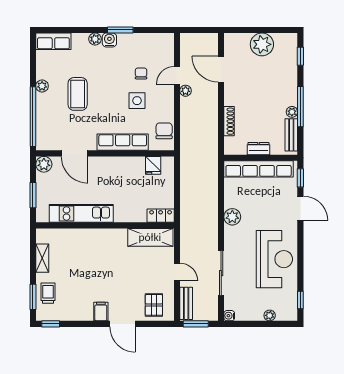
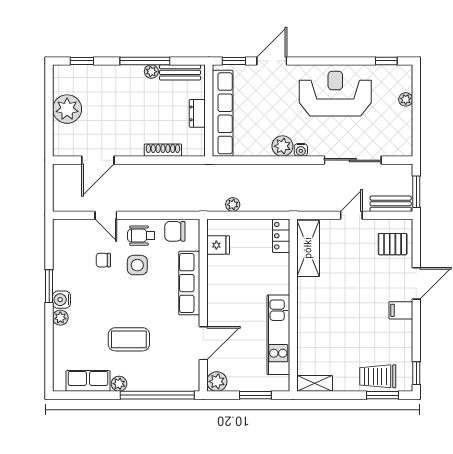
row of seats: (53, 41) -> (88, 381), moved, turned -90
plant: (186, 91) -> (233, 205), moved
wheelchair: (161, 104) -> (141, 236), added
shelving: (42, 258) -> (315, 383), moved
trolley: (48, 293) -> (378, 376), width x1.36, depth x1.39
water cooler: (229, 316) -> (301, 150), moved

